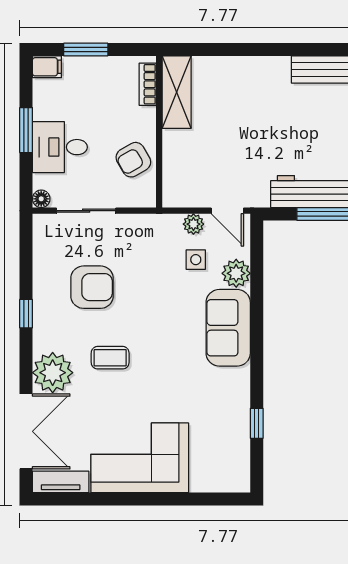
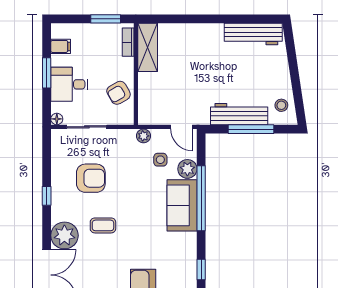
window: (86, 50) -> (106, 19), moved
filing cabinet: (47, 67) -> (61, 46), moved
plant: (193, 224) -> (144, 136), moved
window: (257, 317) -> (201, 198), added

